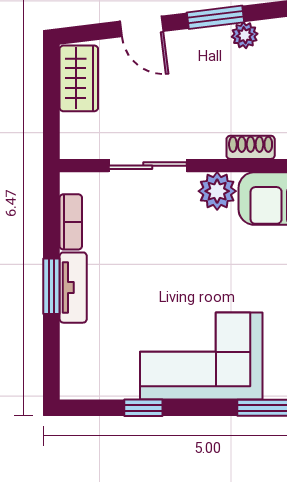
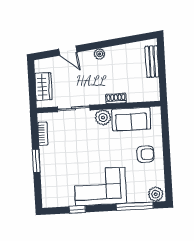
window: (215, 17) -> (98, 45), removed
plant: (245, 35) -> (100, 54), moved
wardrobe: (79, 78) -> (44, 87), moved
tv unit: (73, 288) -> (45, 161), removed

